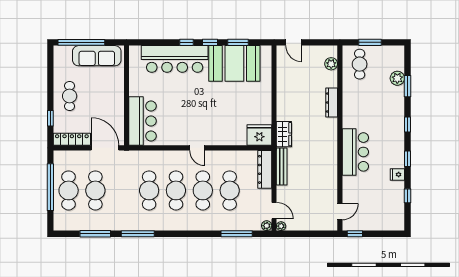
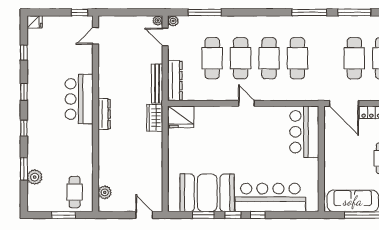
dresser: (332, 103) -> (104, 114), moved
fridge: (397, 175) -> (35, 22), moved

